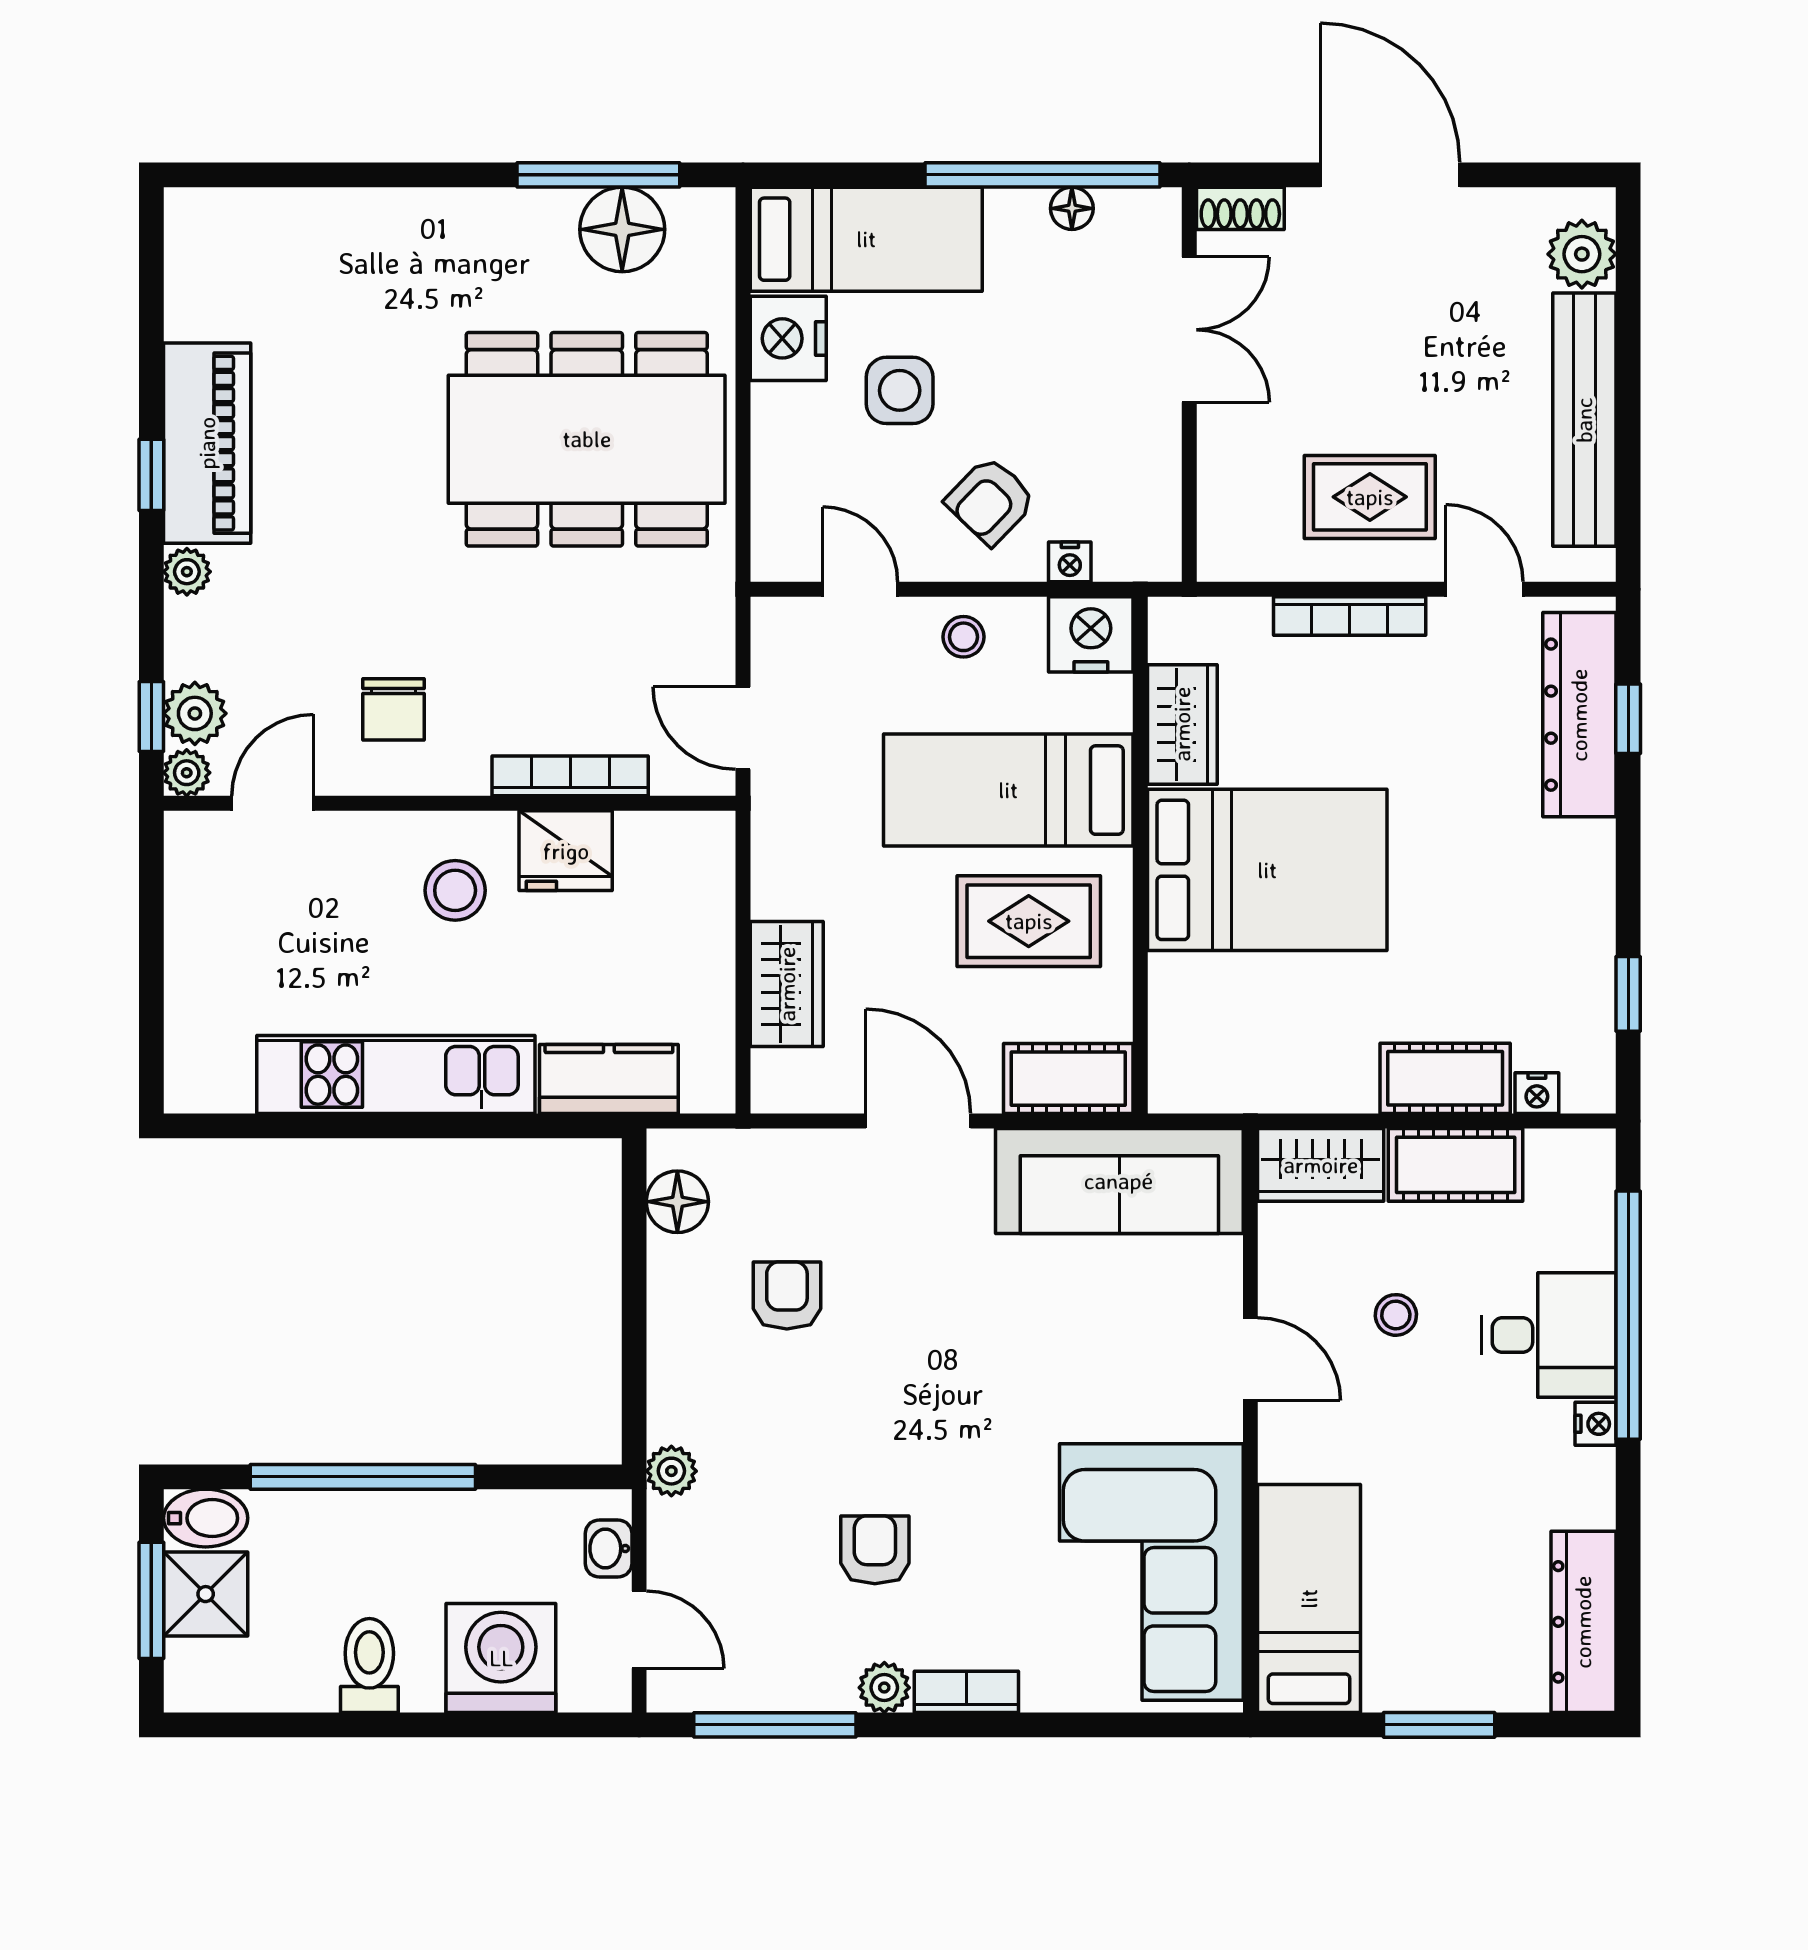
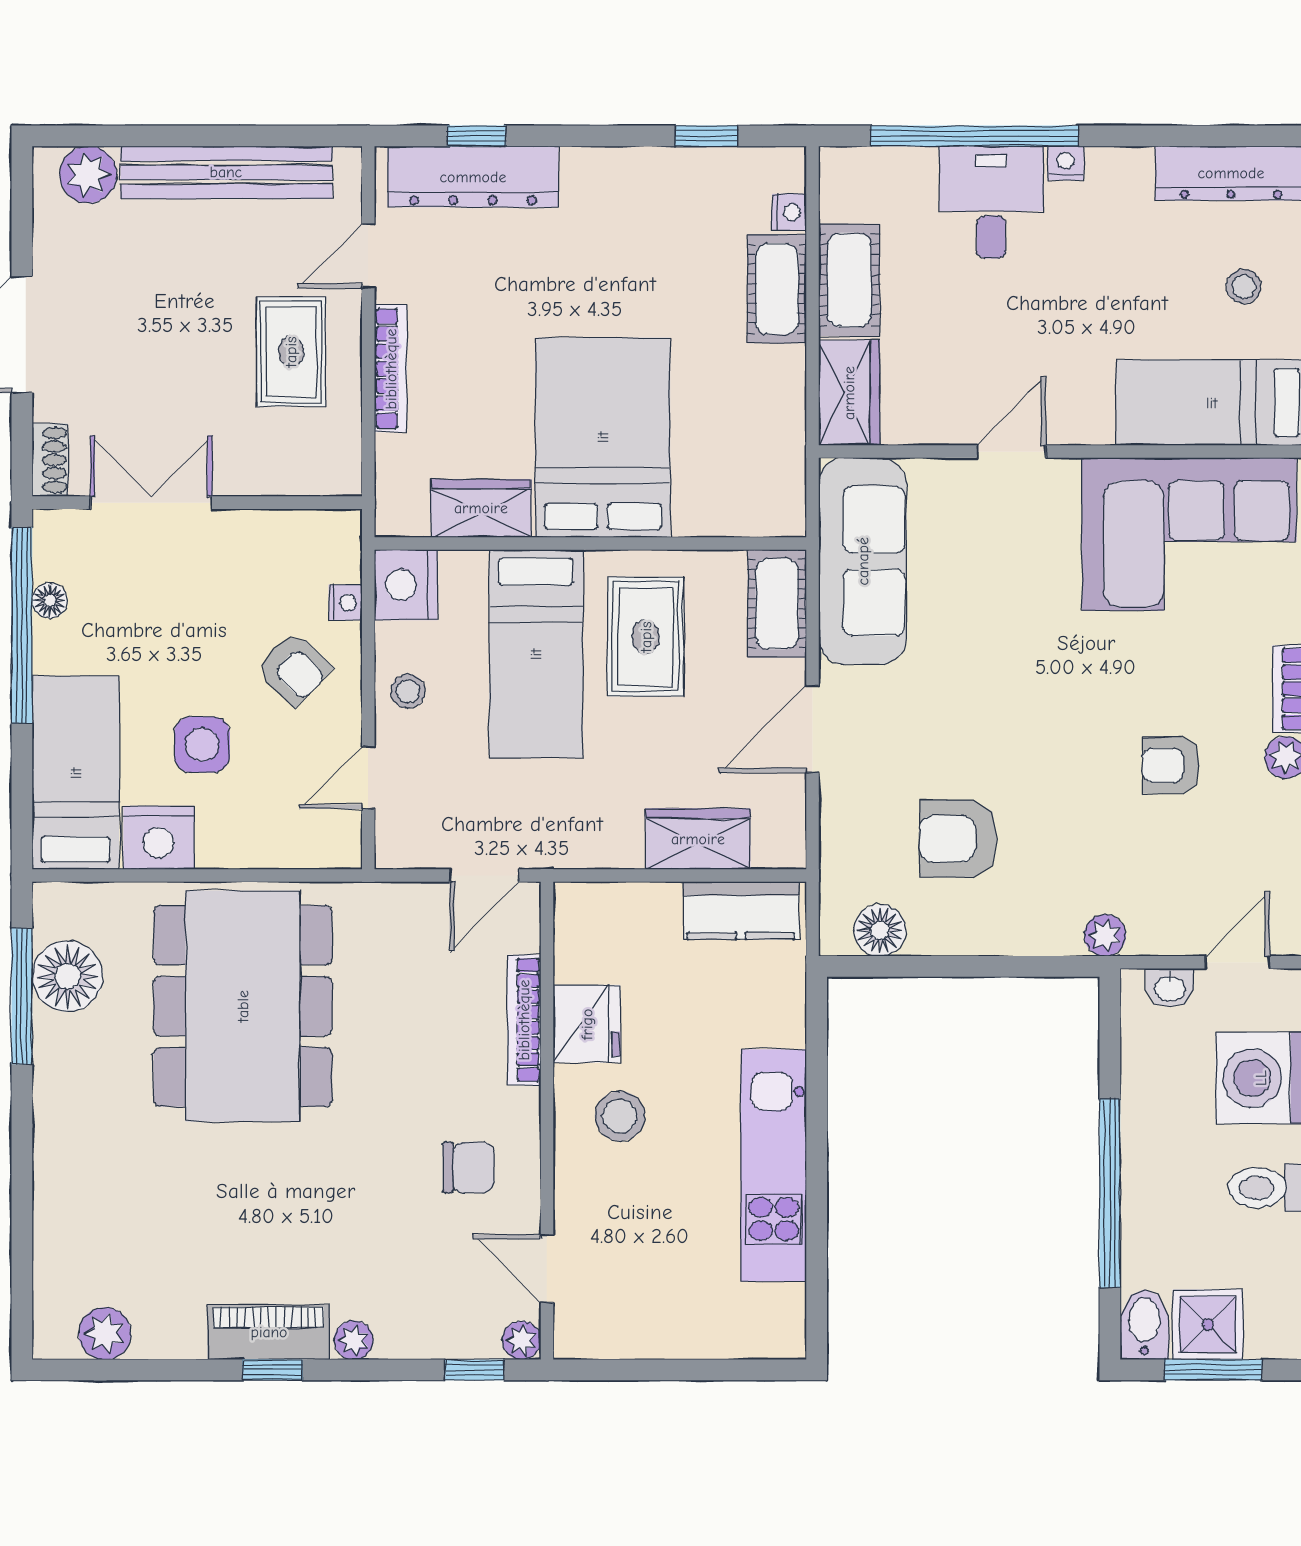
piano: (207, 443) -> (269, 1332), width x0.73, depth x0.75
plant: (195, 713) -> (105, 1334), moved
kitchen counter: (609, 1079) -> (741, 911), moved, turned -90
armchair: (787, 1295) -> (958, 839), width x1.38, depth x1.38
stool: (1396, 1315) -> (1244, 286), moved

